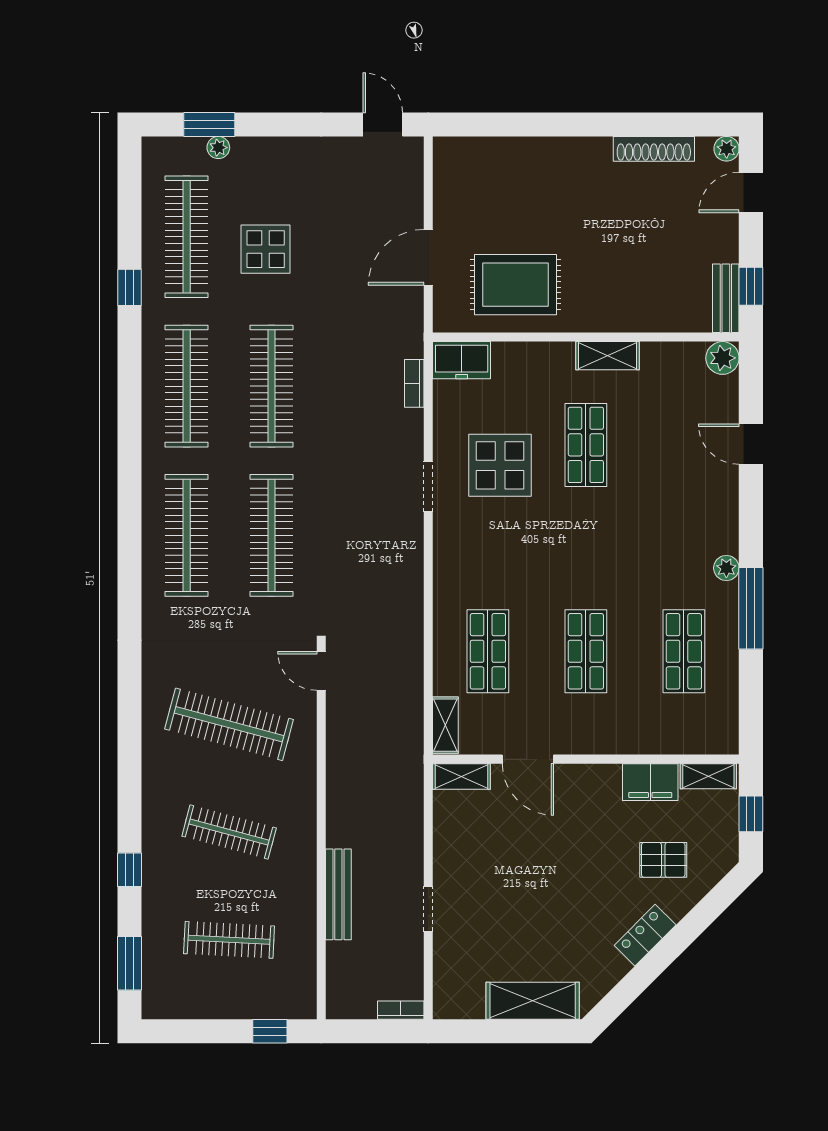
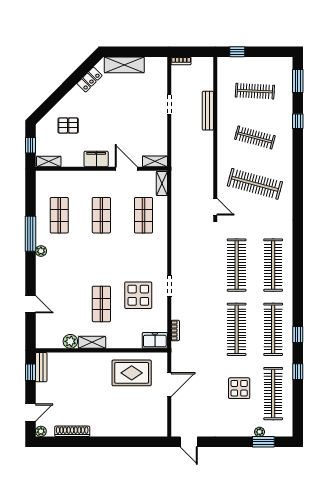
plant: (722, 358) -> (70, 341), moved
window: (129, 374) -> (298, 335), added
filing cabinet: (650, 782) -> (96, 159), moved
locker: (645, 935) -> (89, 80), moved

